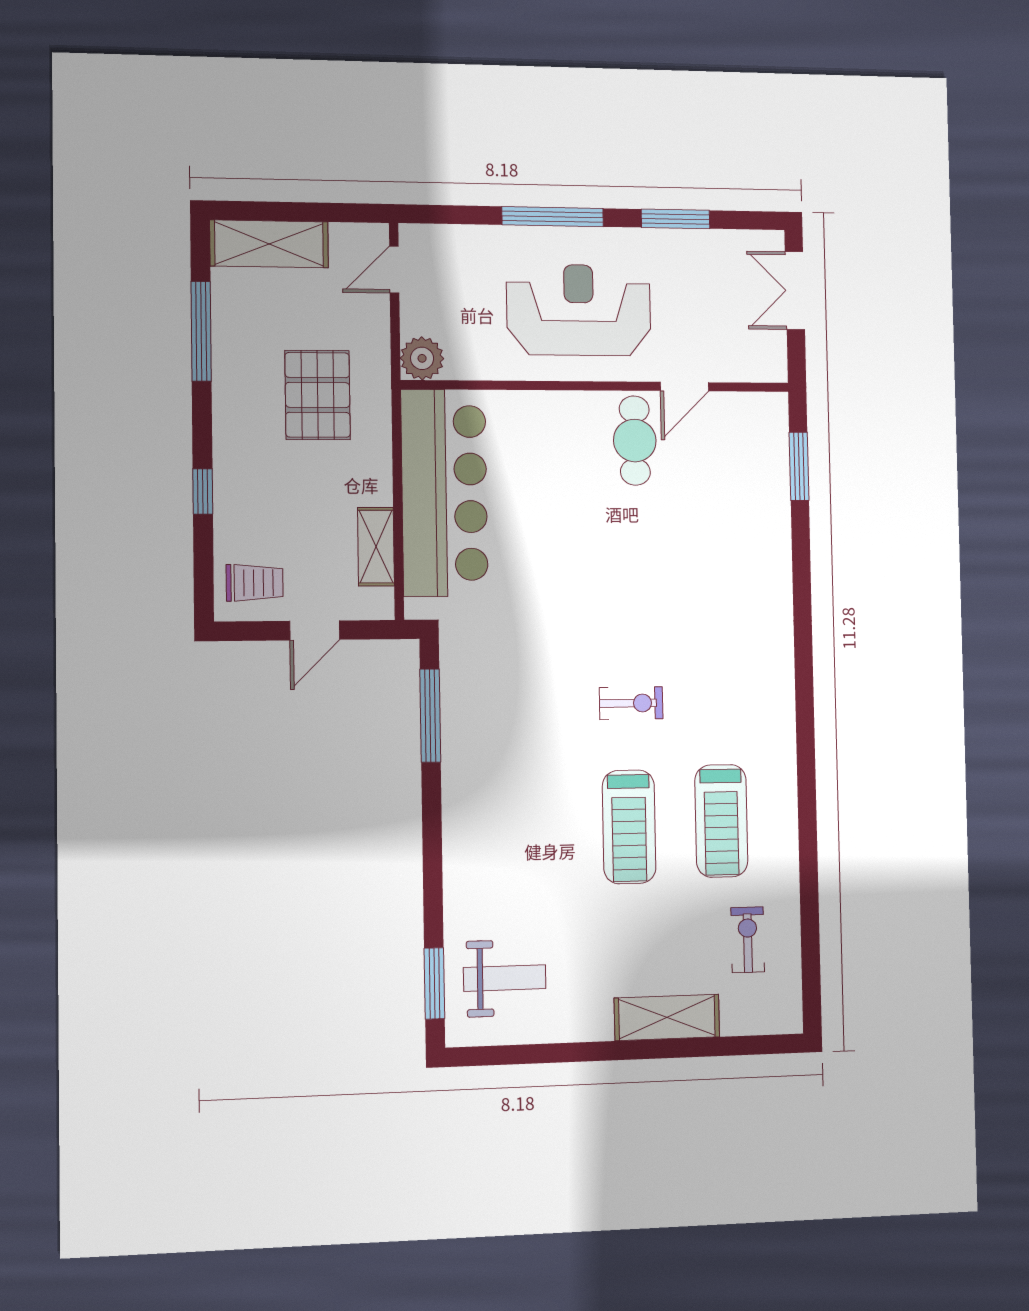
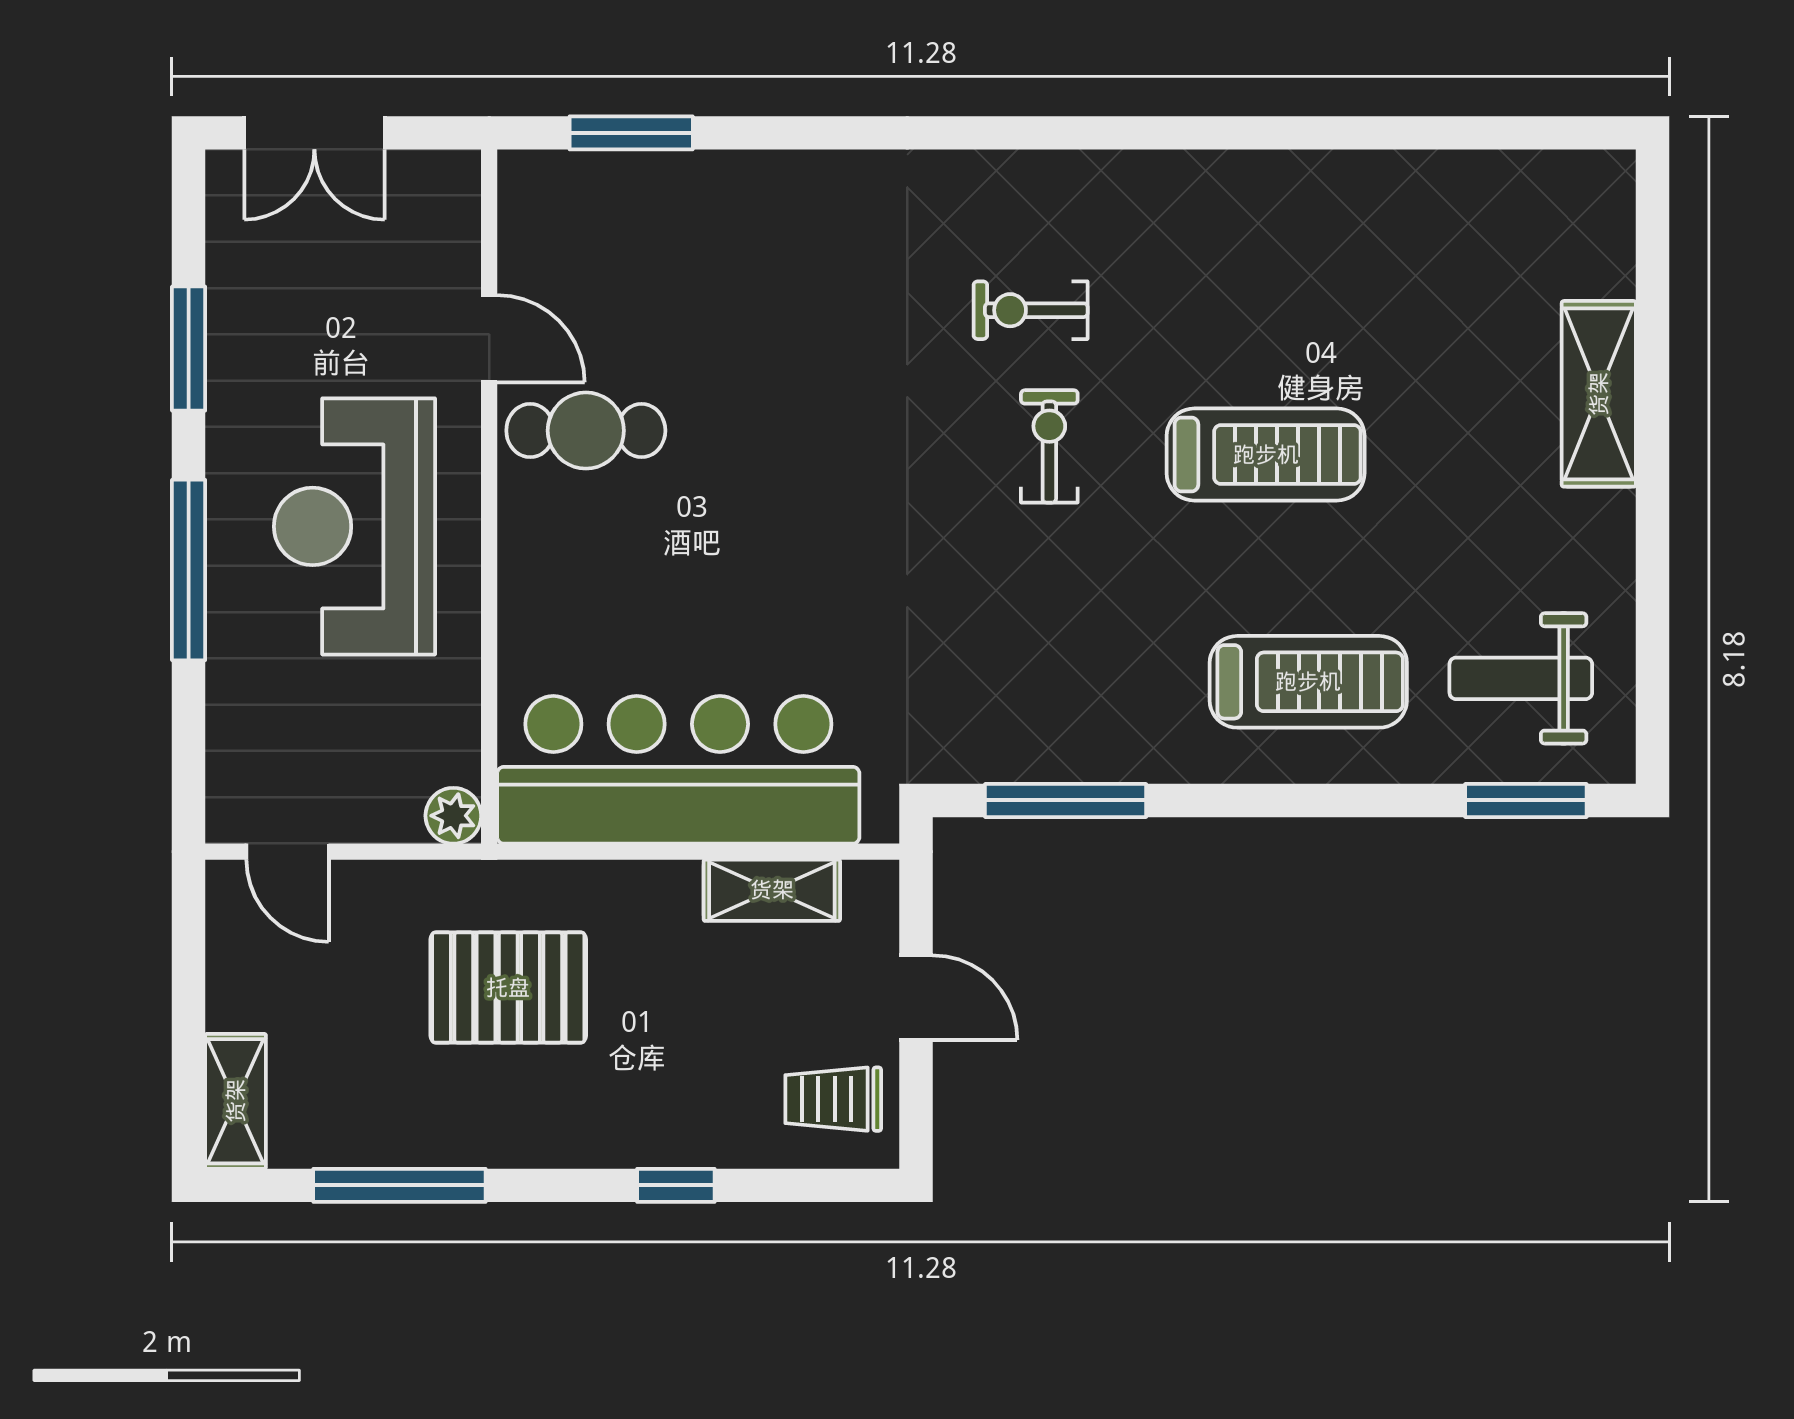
shelving: (269, 244) -> (236, 1101), width x0.67, depth x0.75
plant: (422, 358) -> (453, 816), width x0.73, depth x0.73
trolley: (255, 583) -> (833, 1099), turned -90
treadmill: (721, 821) -> (1308, 682), moved
exercise bike: (748, 940) -> (1031, 310), moved
weight bench: (505, 978) -> (1521, 678), turned -90

